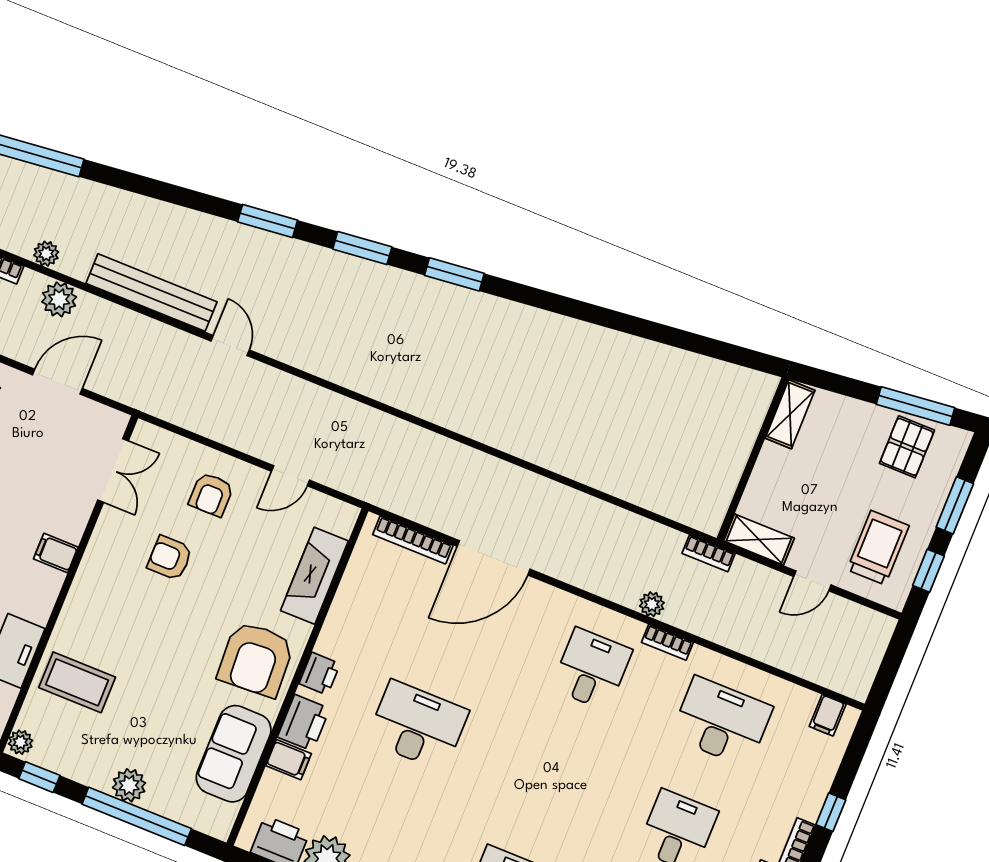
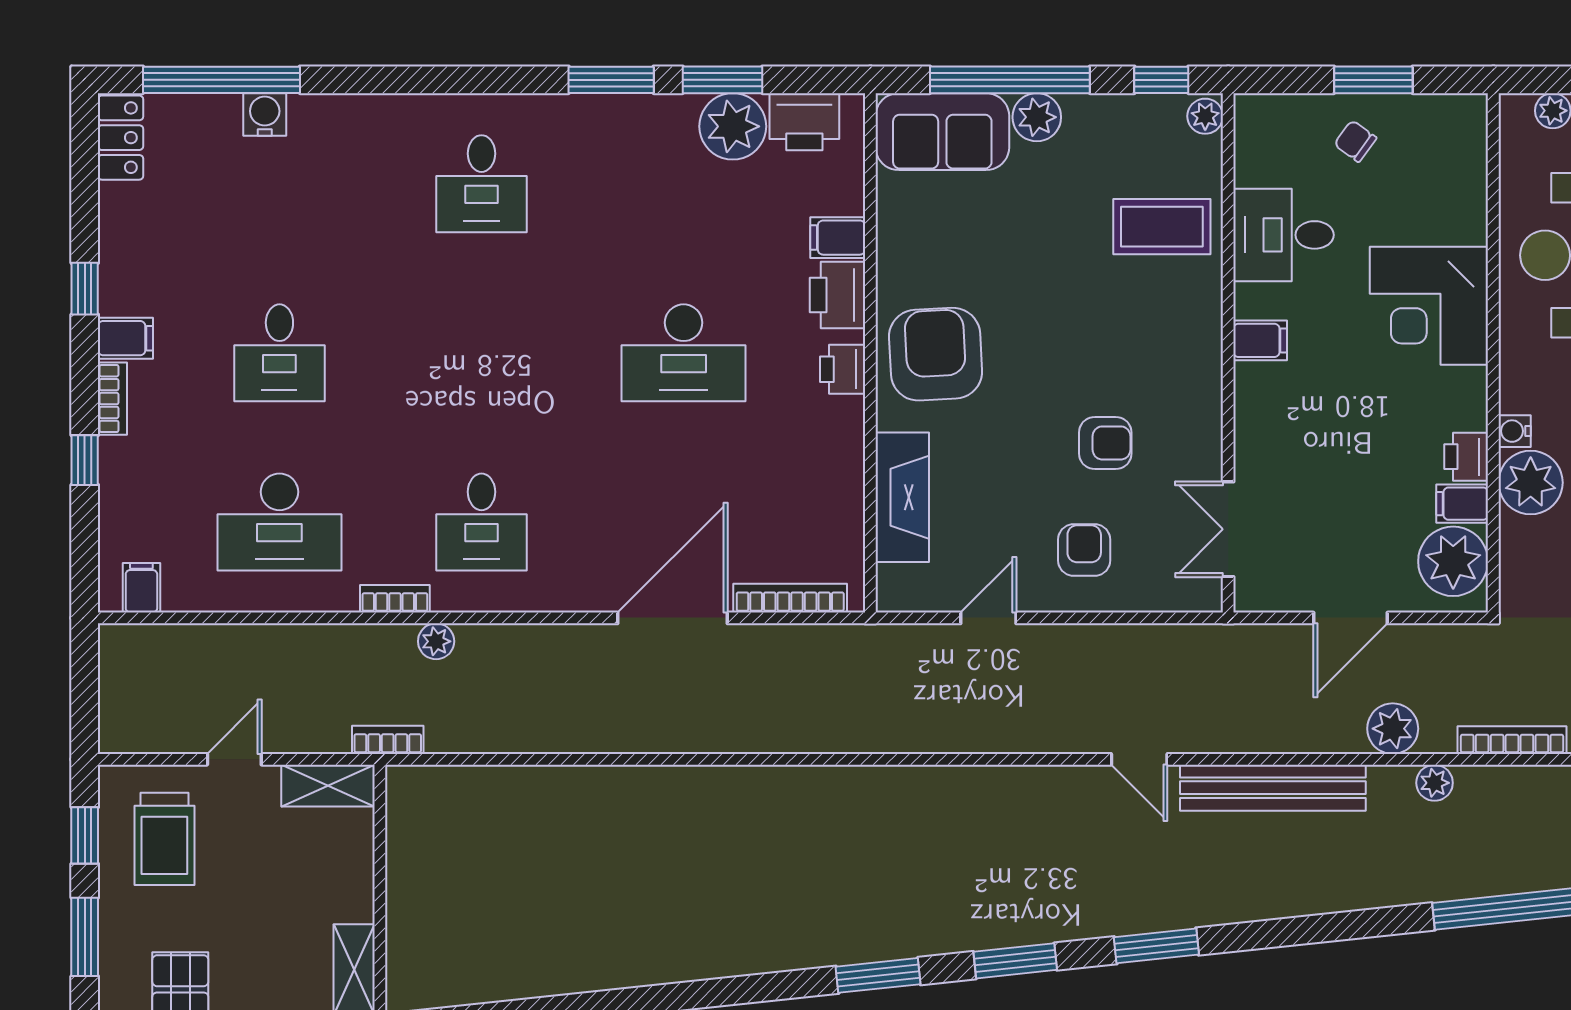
filing cabinet: (56, 553) -> (1260, 340), moved
sofa: (234, 754) -> (942, 132), moved, turned 90

